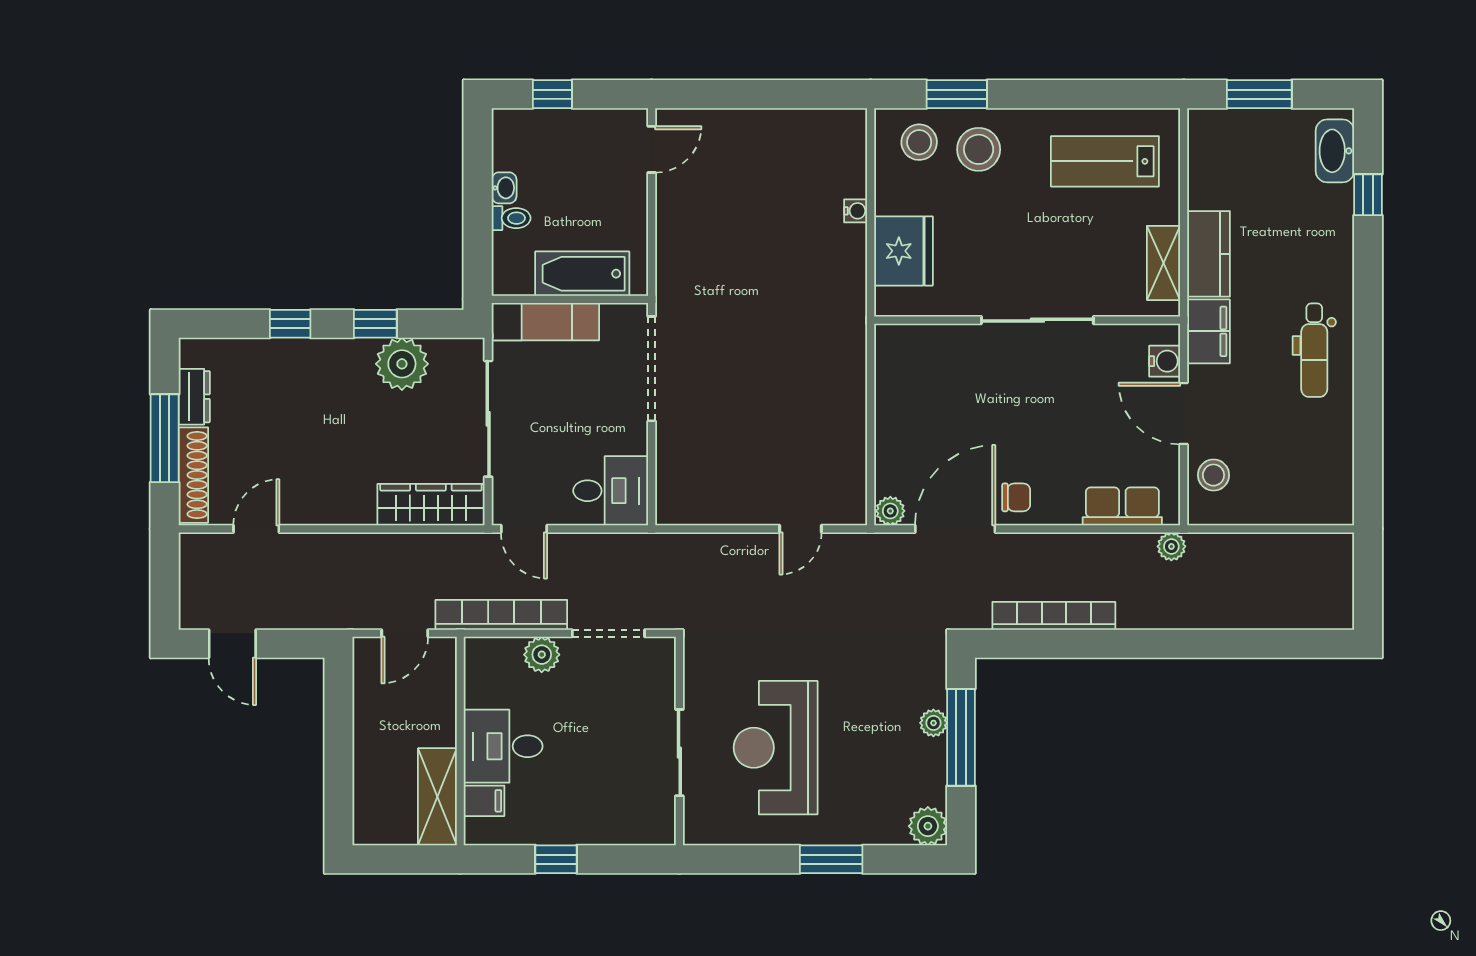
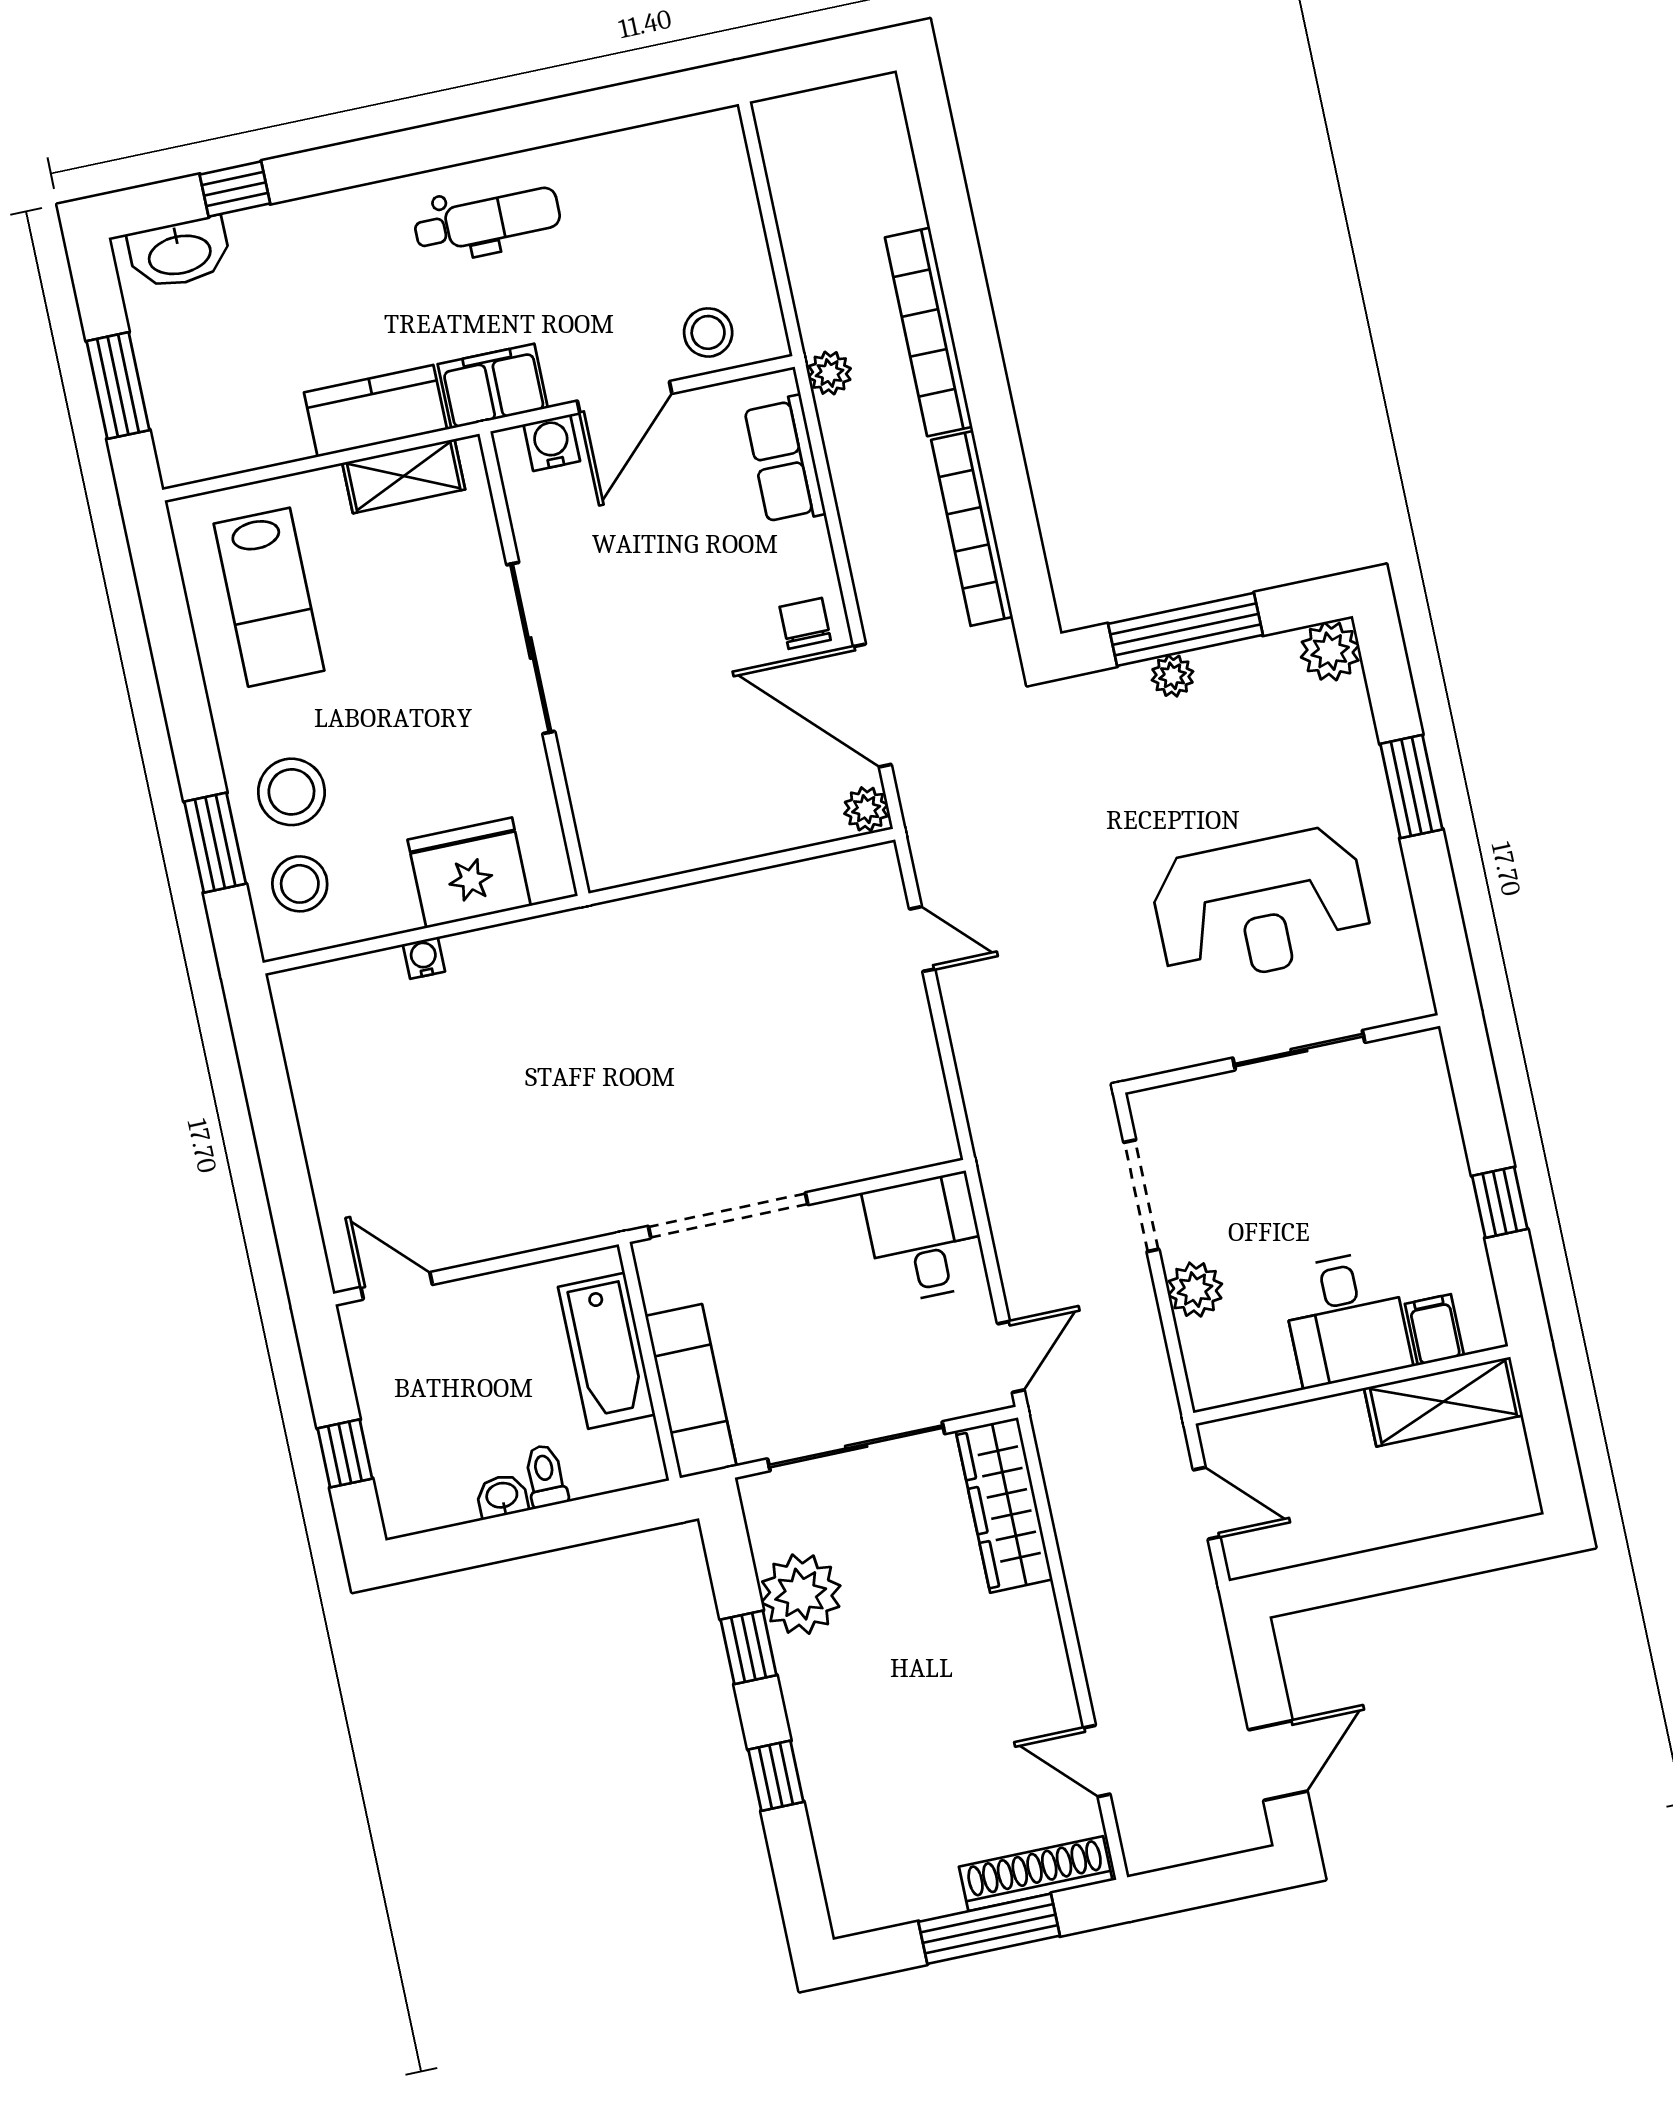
dresser: (194, 397) -> (917, 1897), removed
bookcase: (501, 615) -> (929, 332), moved

